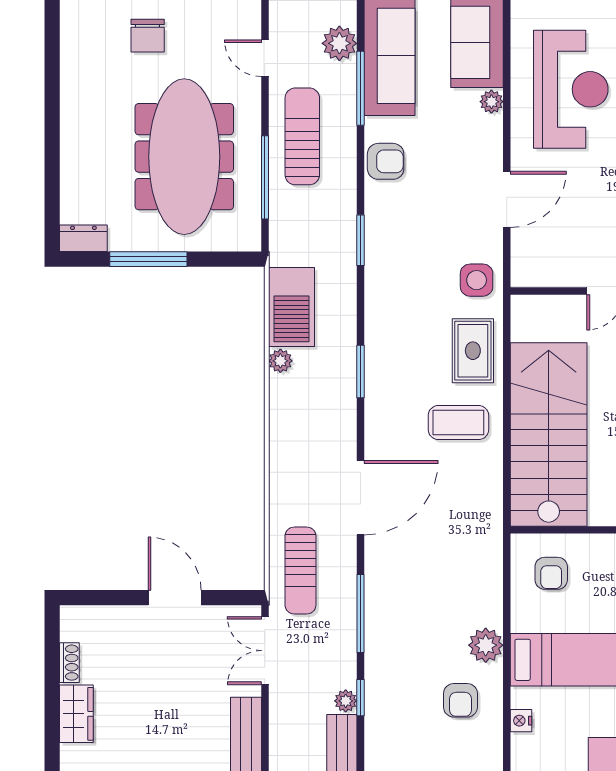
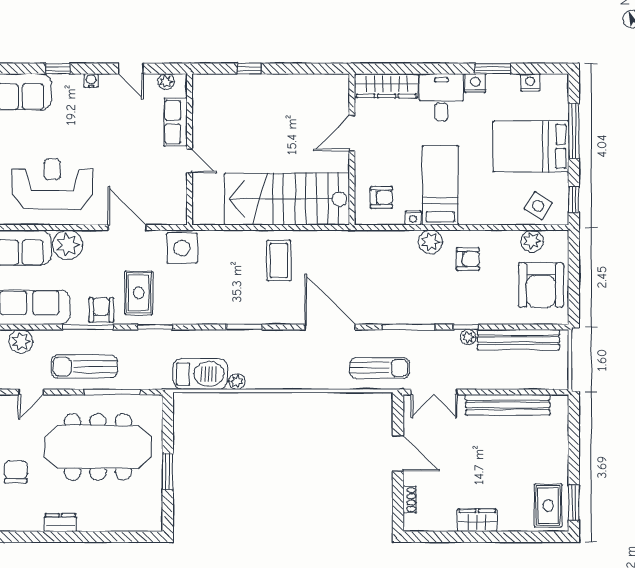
chair: (148, 36) -> (16, 472), turned -90
window: (361, 88) -> (88, 327), moved
plant: (491, 102) -> (68, 245), width x1.88, depth x1.88
dresser: (83, 238) -> (60, 523), moved, turned 90
window: (148, 259) -> (168, 471), width x0.69
side table: (477, 280) -> (182, 248), width x1.37, depth x1.37
rug: (473, 351) -> (139, 293), moved, turned 90
door: (175, 598) -> (398, 453), swing flipped
shoe rack: (69, 663) -> (410, 499), moved, turned 90
nightstand: (521, 721) -> (413, 218), moved

